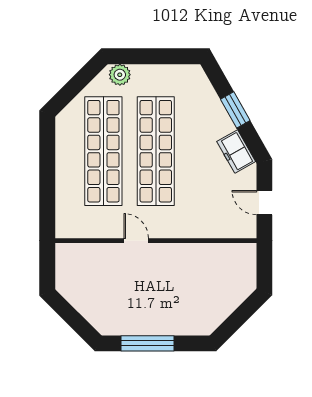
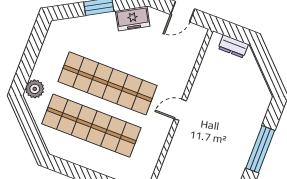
door: (136, 241) -> (180, 110), moved
dresser: (248, 272) -> (233, 46), added

